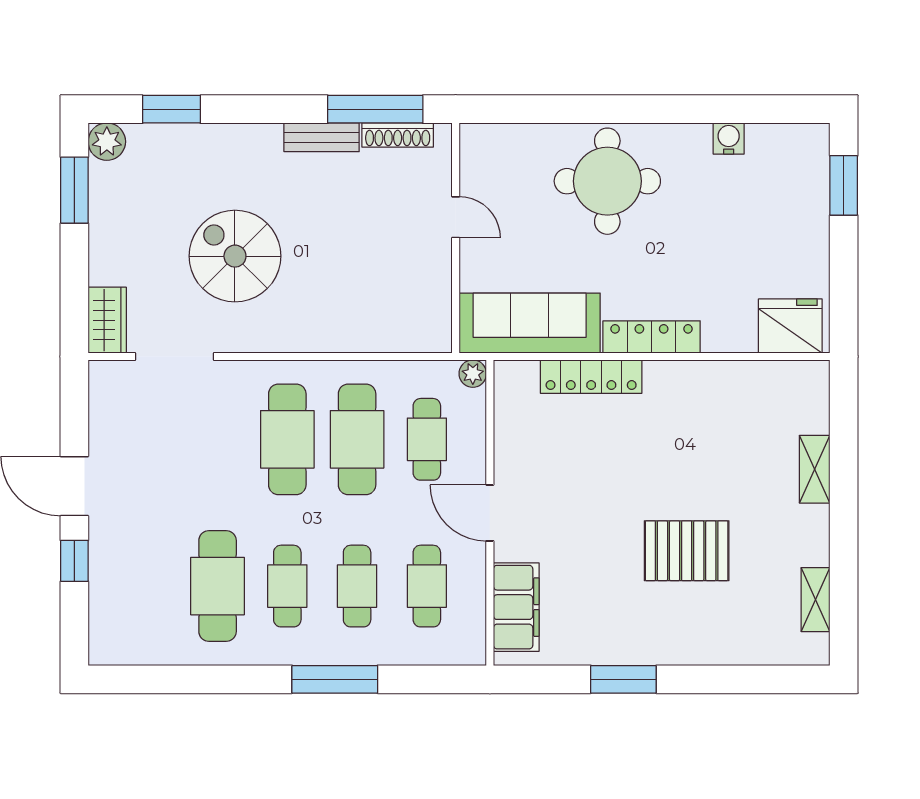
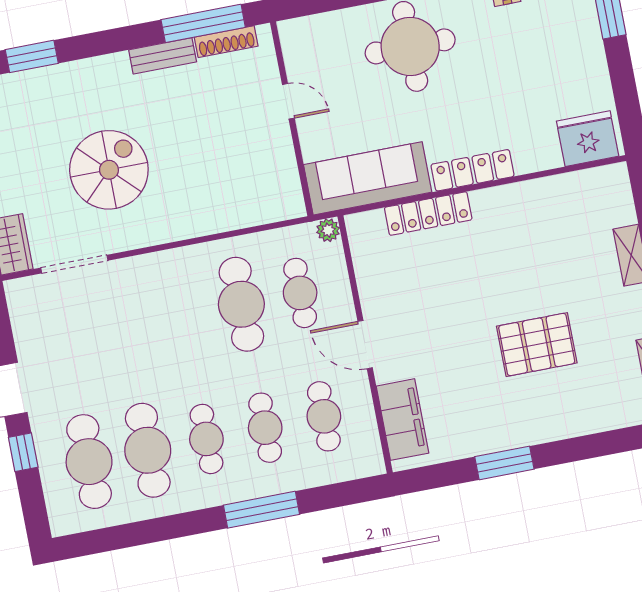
spiral stairs: (235, 256) -> (109, 170), turned 90
cafe table: (287, 439) -> (89, 462), moved

